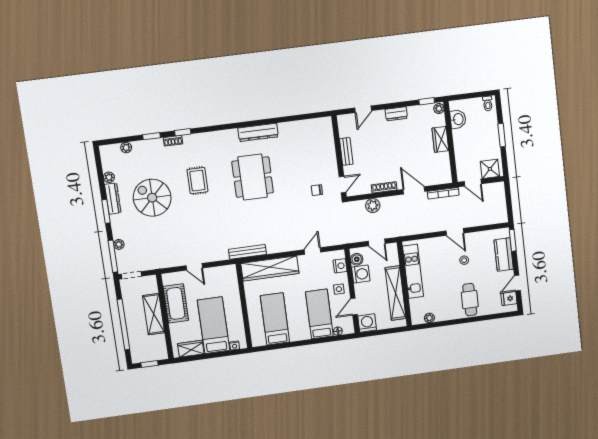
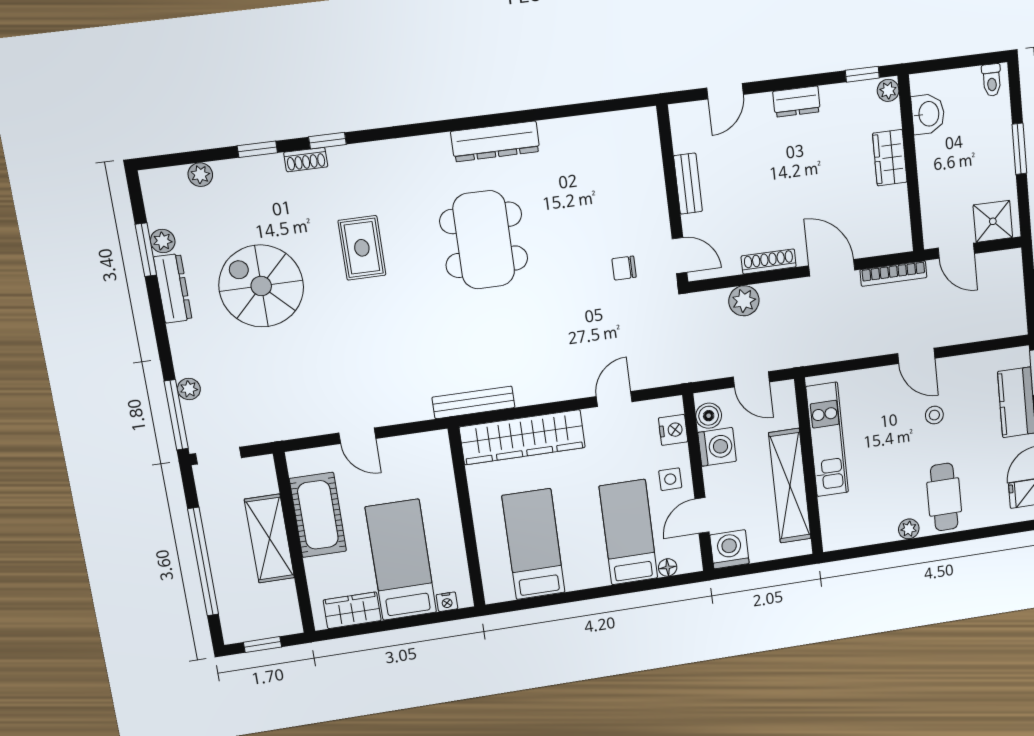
door: (343, 184) -> (680, 256), hinge flipped
window: (106, 211) -> (146, 250), moved
plant: (429, 318) -> (909, 529), moved

